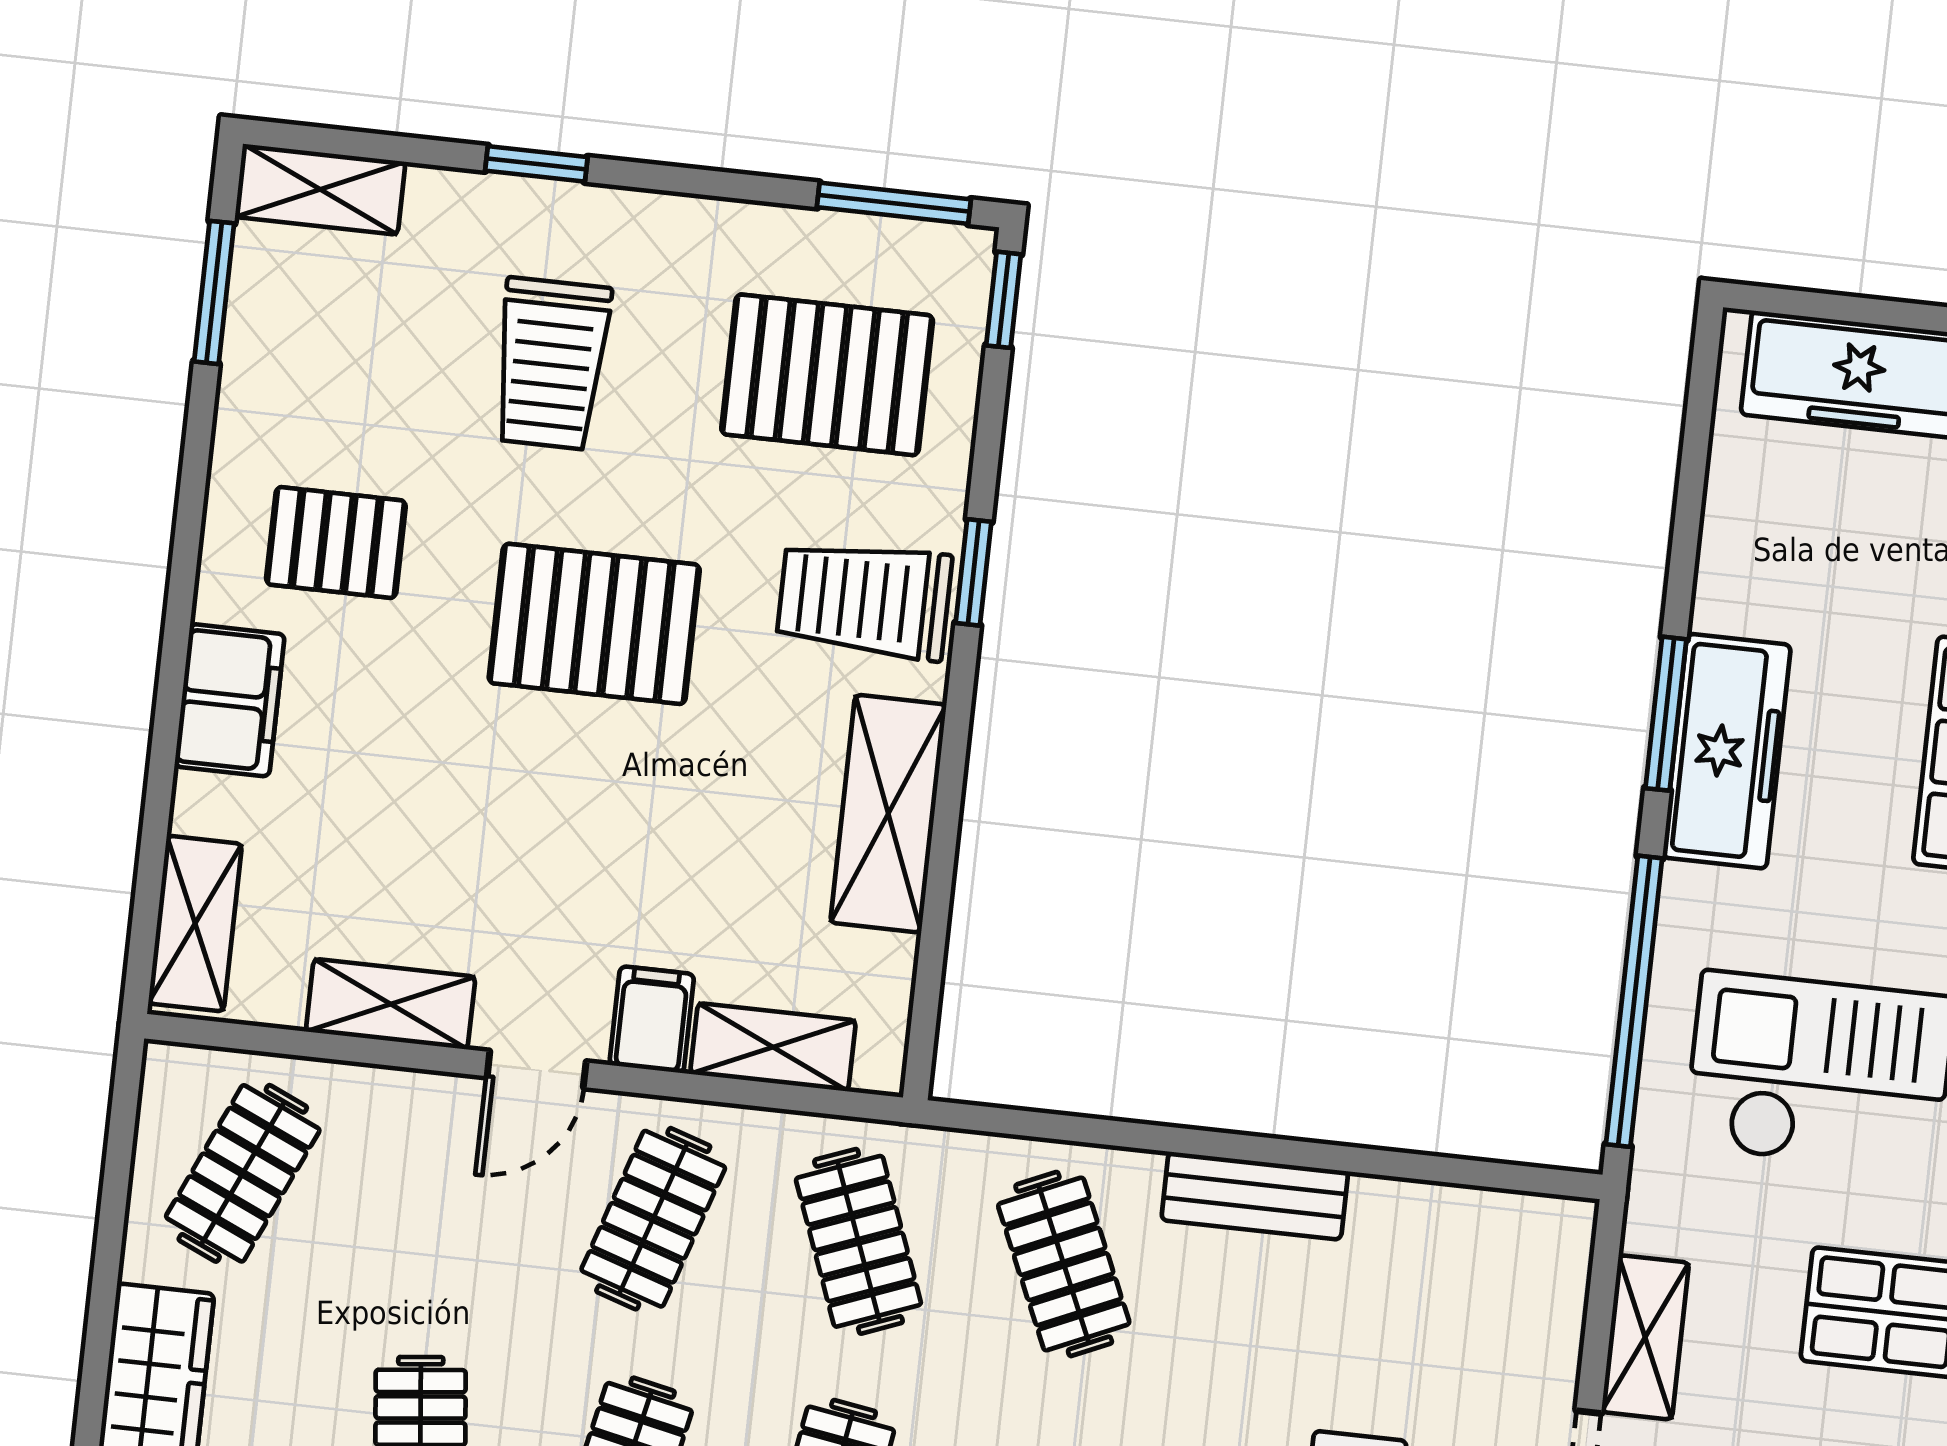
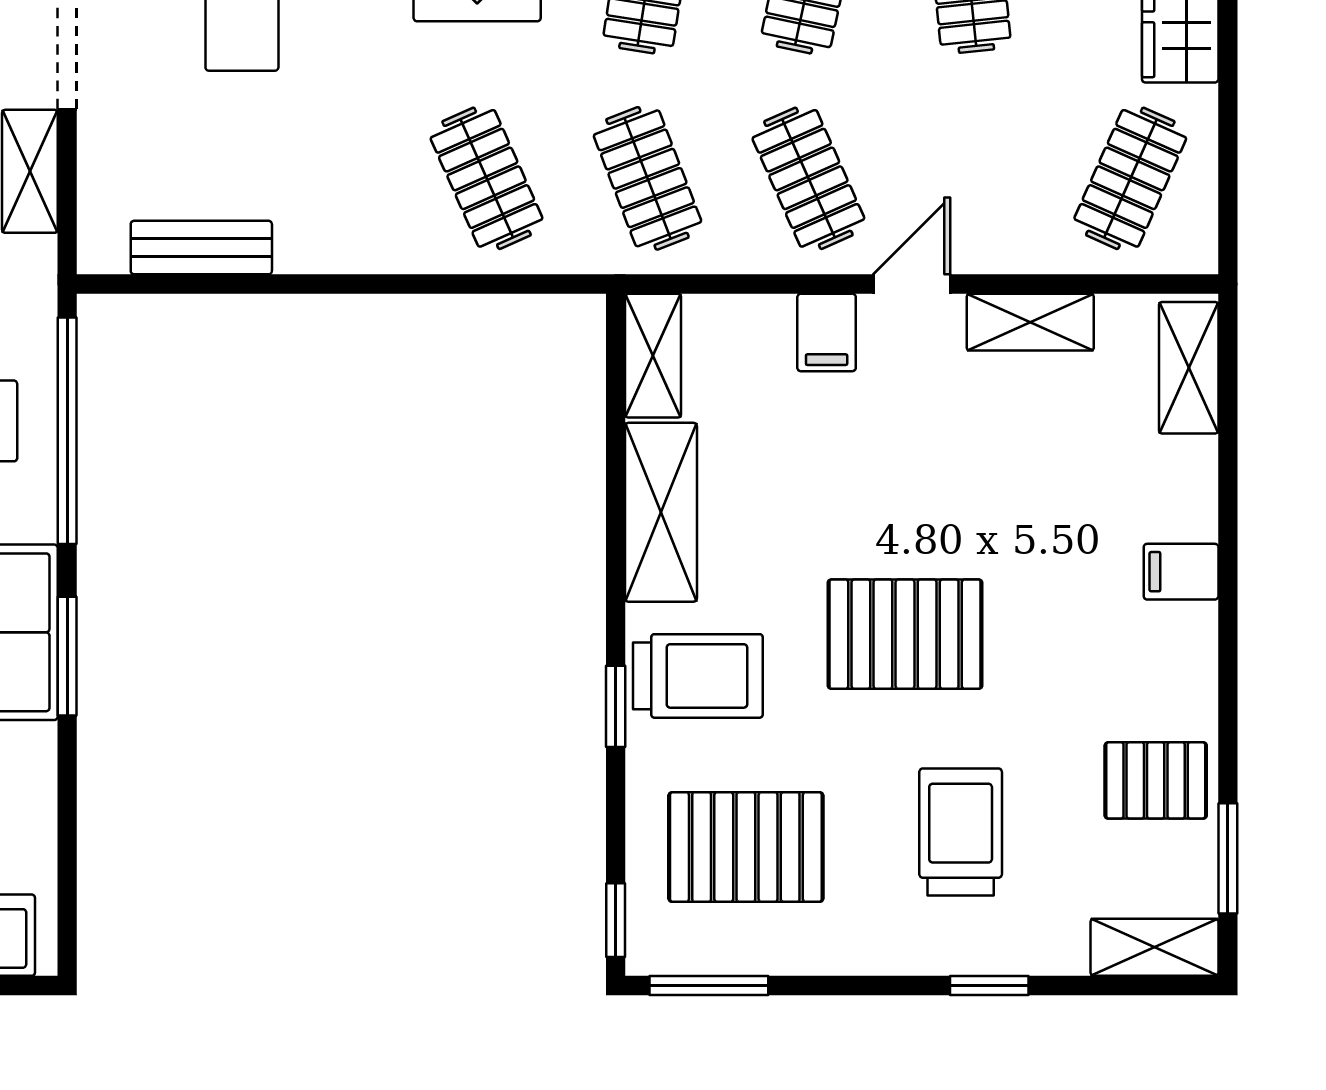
pallet: (336, 542) -> (1156, 780), moved
filing cabinet: (230, 700) -> (1181, 572), width x0.50
shelving: (773, 1047) -> (653, 356), moved, turned 90
bench: (1255, 1196) -> (201, 248), moved
clothes rail: (653, 1219) -> (808, 178), turned -42

